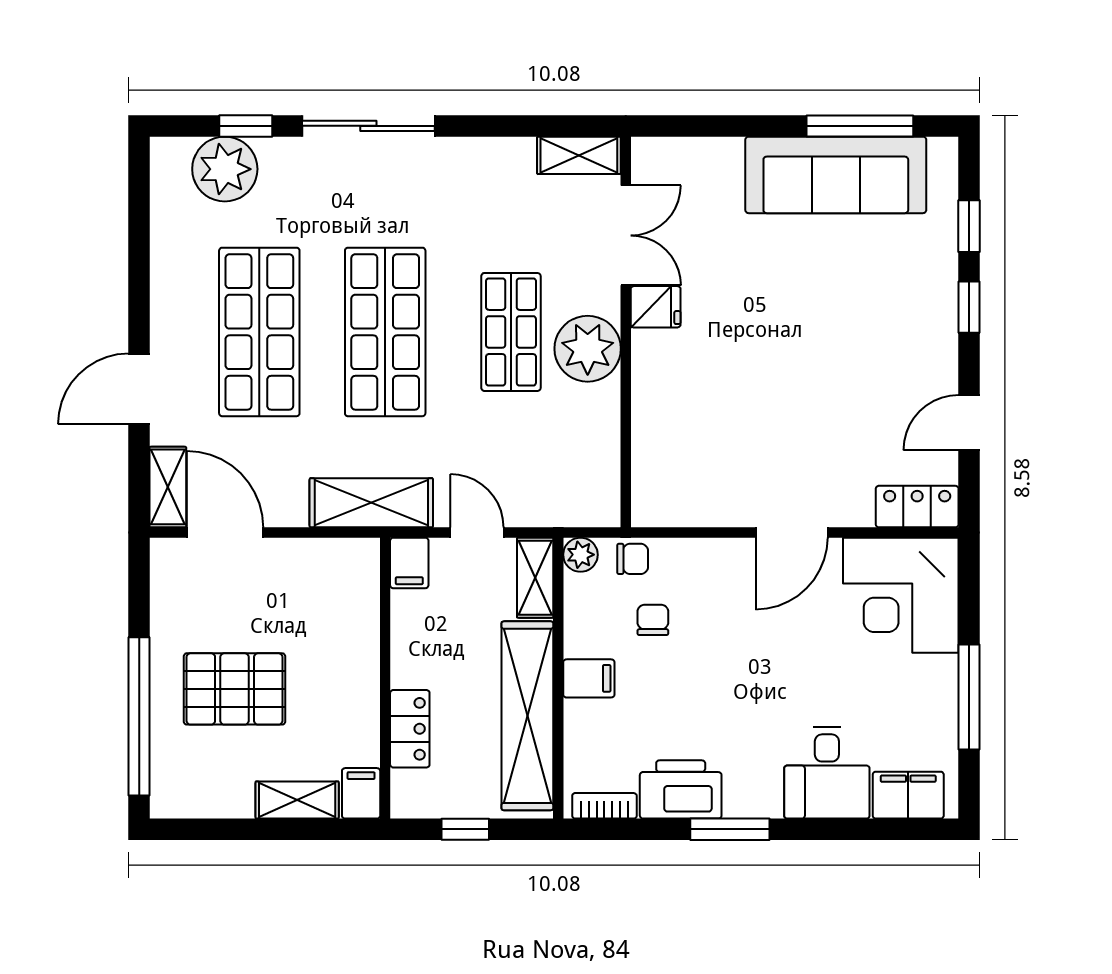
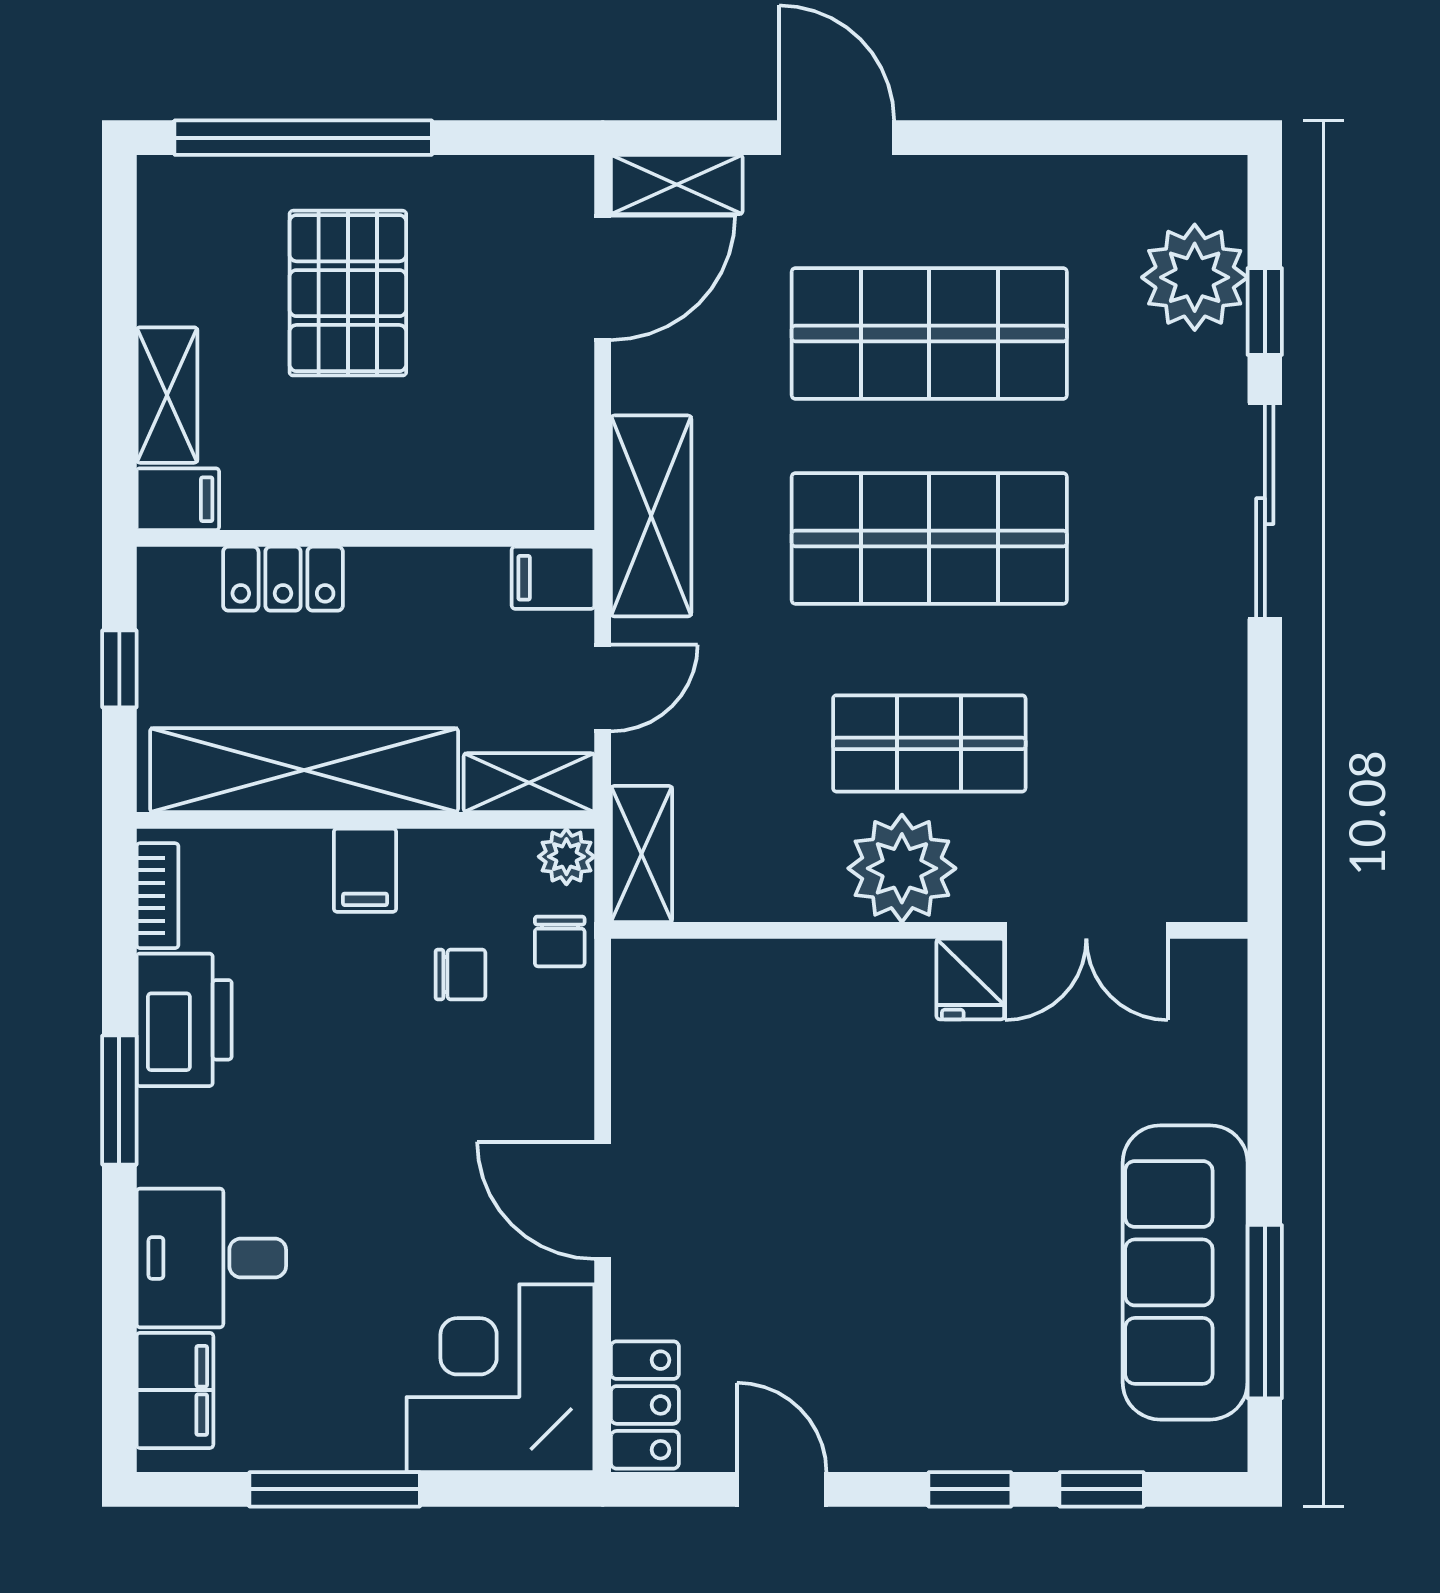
shelving: (579, 155) -> (642, 854), moved

